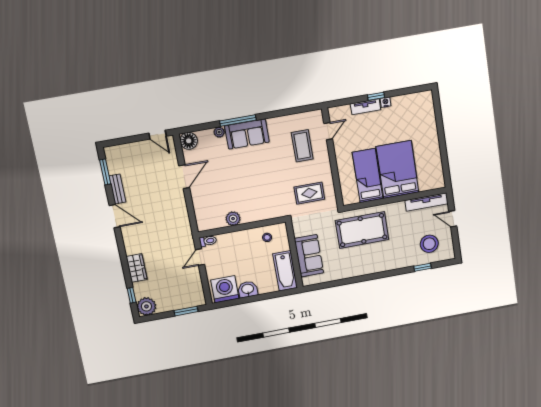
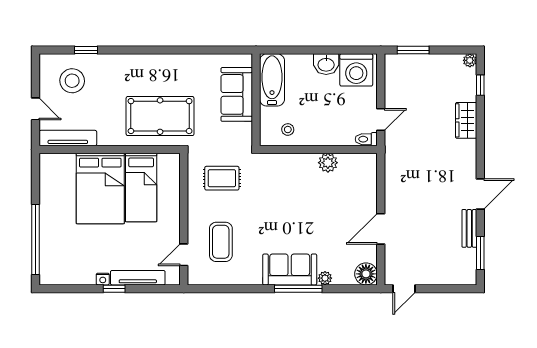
tv unit: (366, 107) -> (138, 278), width x1.41
window: (440, 123) -> (35, 239), added
door: (158, 135) -> (404, 289), swing flipped
door: (115, 216) -> (480, 194), swing flipped
plant: (146, 306) -> (470, 60), width x0.53, depth x0.53

